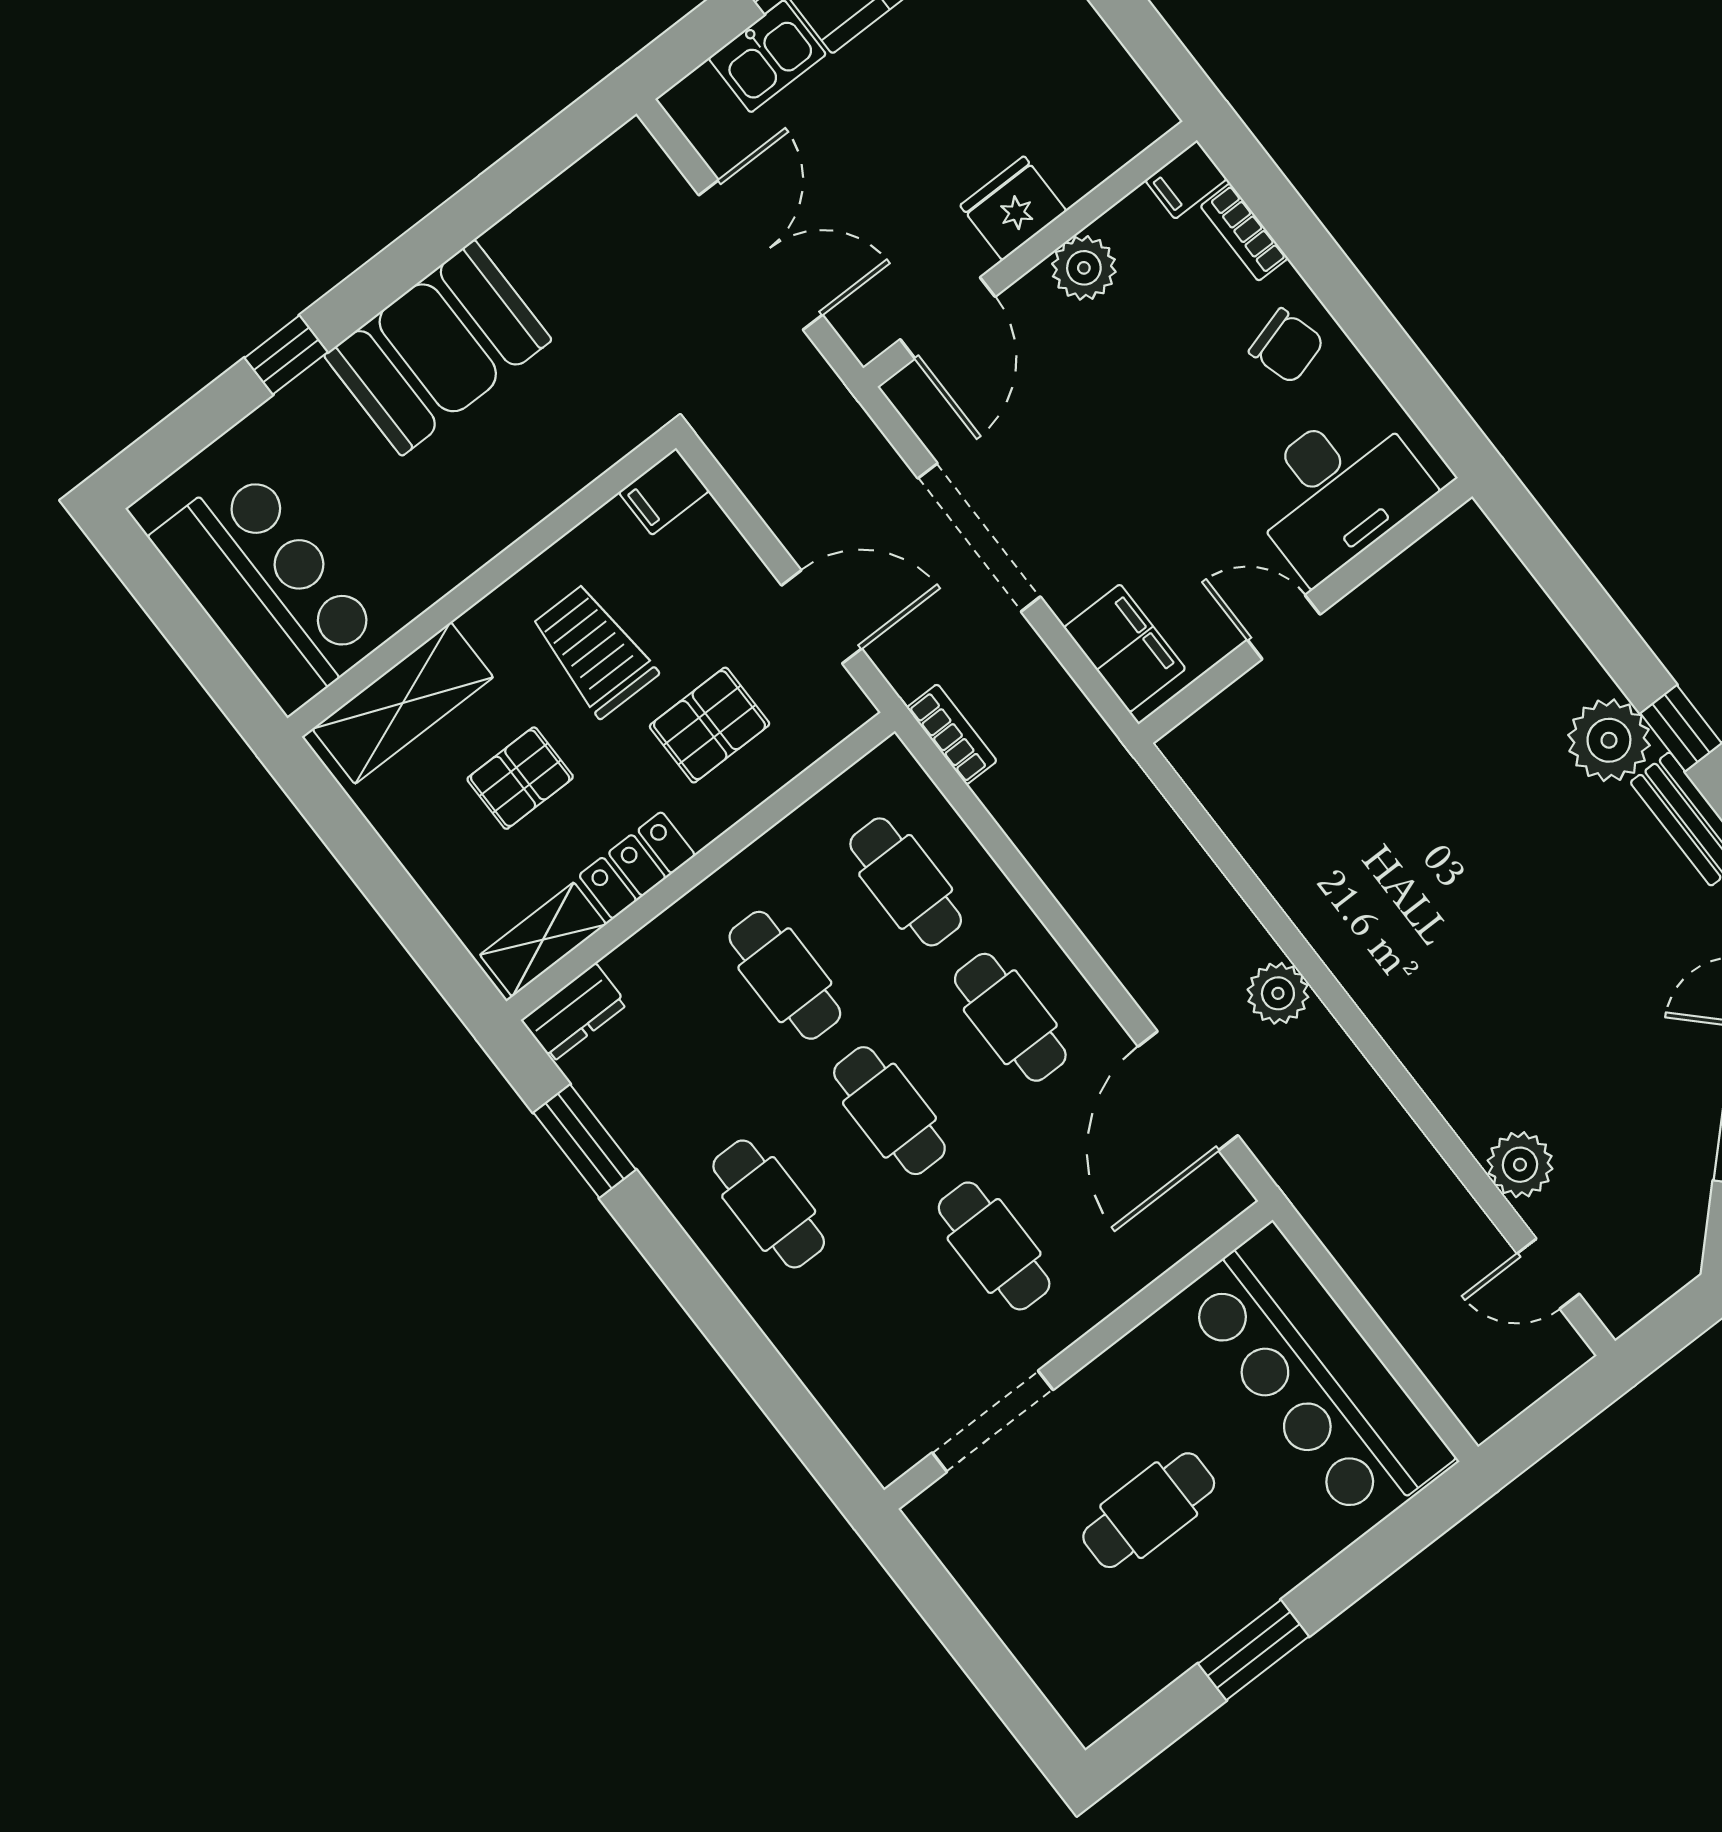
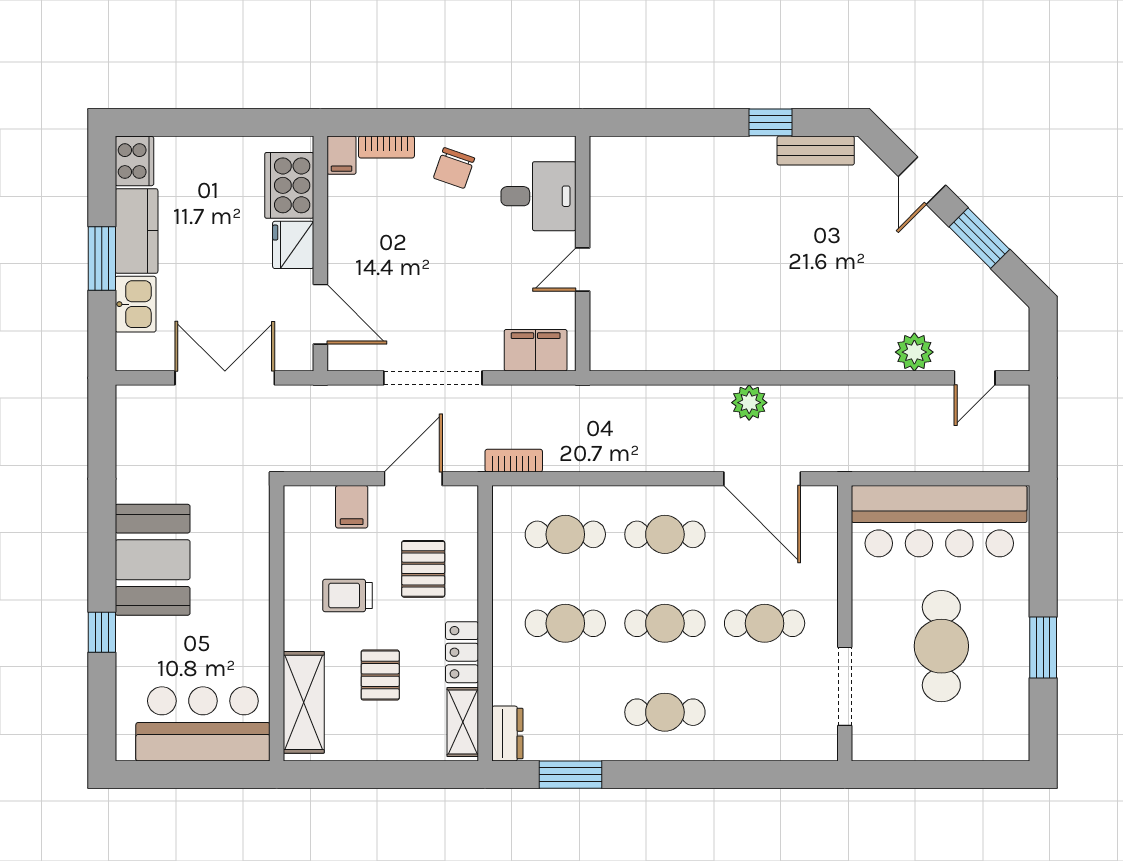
cooker: (1090, 140) -> (289, 185), added
plant: (1084, 268) -> (346, 234), removed
chair: (1287, 346) -> (454, 168), turned 125
desk: (1337, 490) -> (538, 196), width x0.73
filing cabinet: (664, 492) -> (352, 507), moved
trolley: (594, 650) -> (348, 595), width x0.73, depth x0.72
plant: (1609, 740) -> (750, 160), removed
cafe table: (1149, 1510) -> (941, 646), width x1.37, depth x1.35

